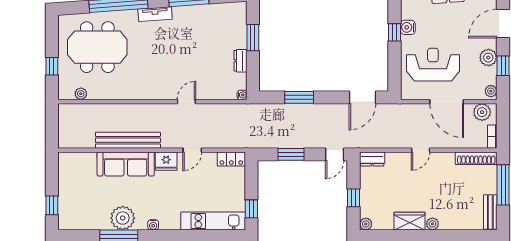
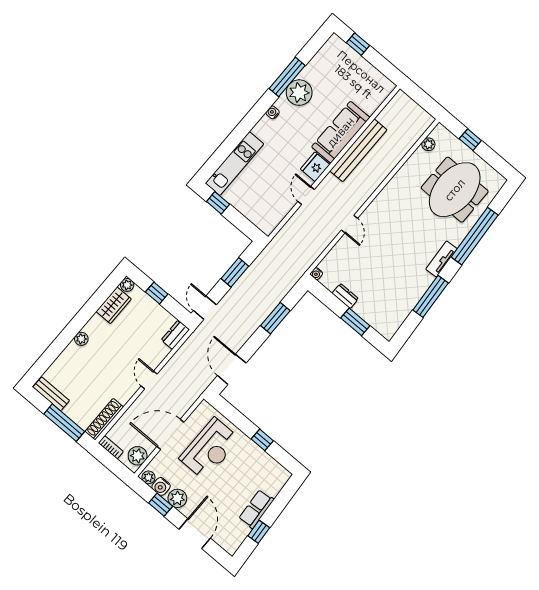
water cooler: (408, 27) -> (161, 486), moved, turned 180
locker: (231, 159) -> (272, 221), removed
wardrobe: (410, 221) -> (114, 305), moved

